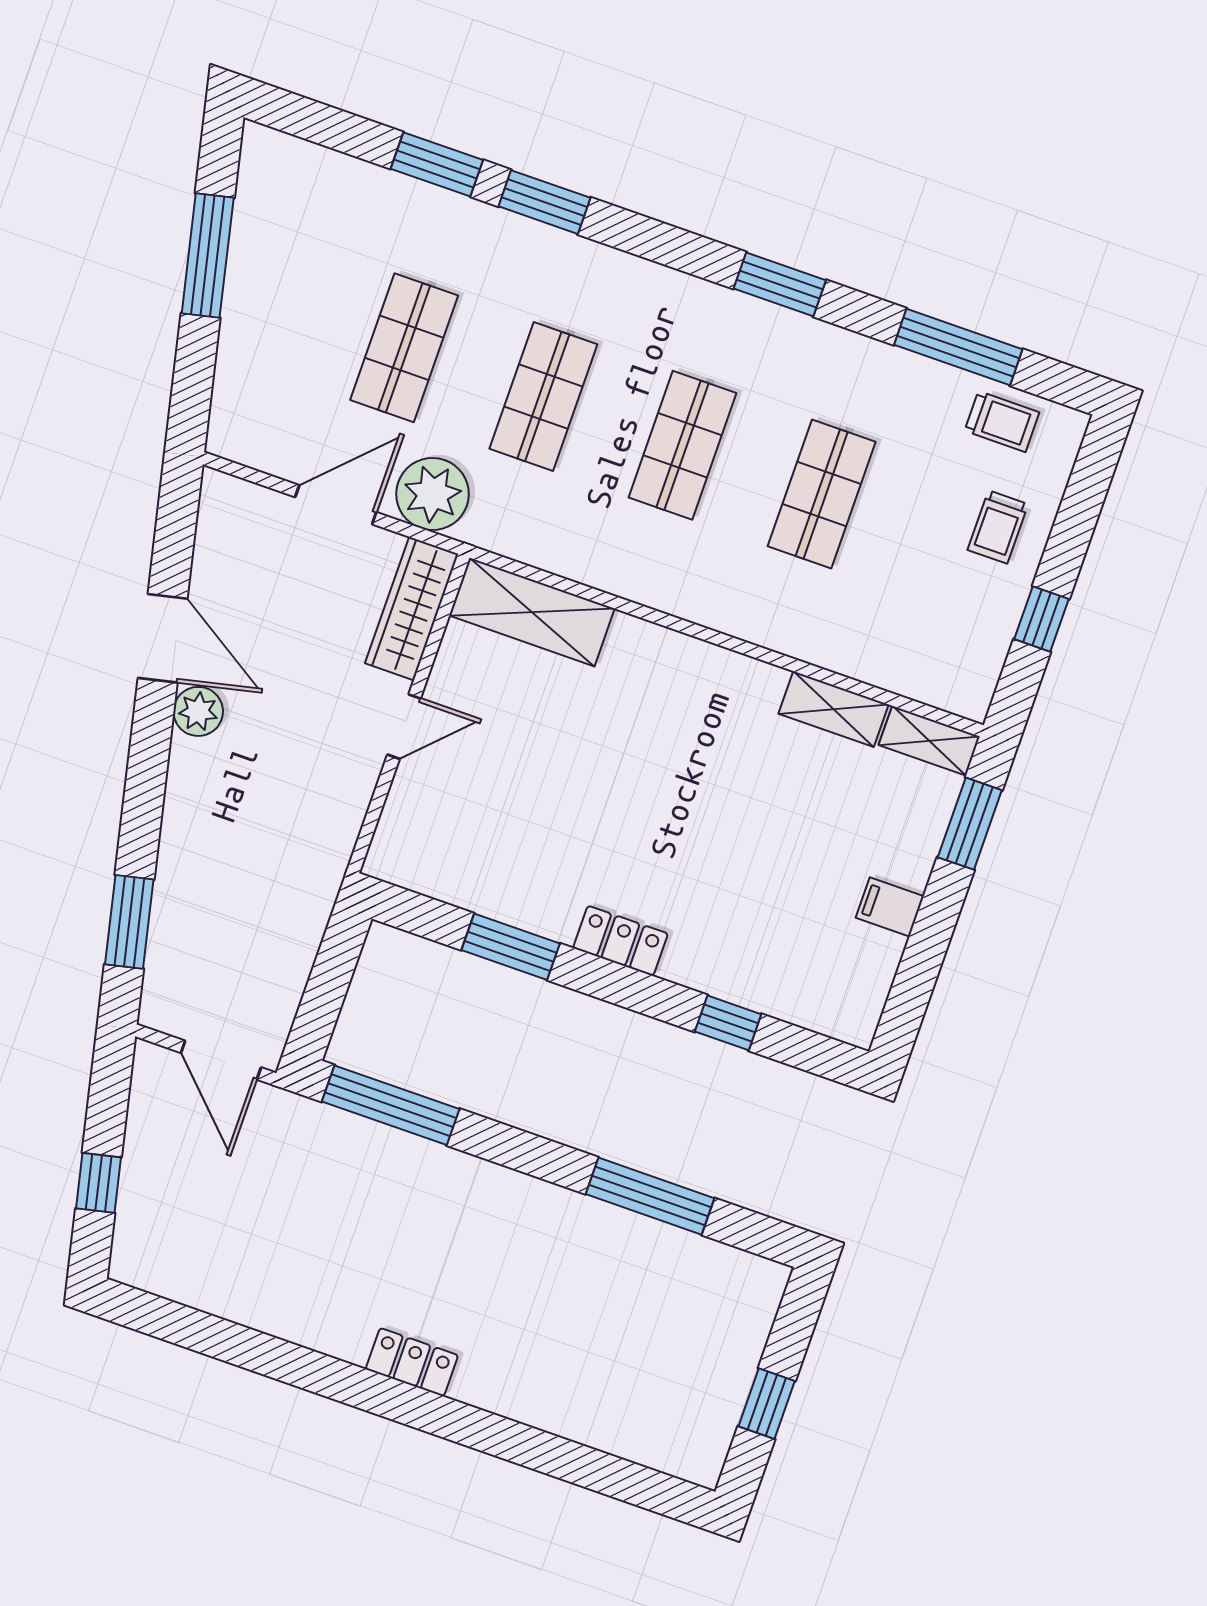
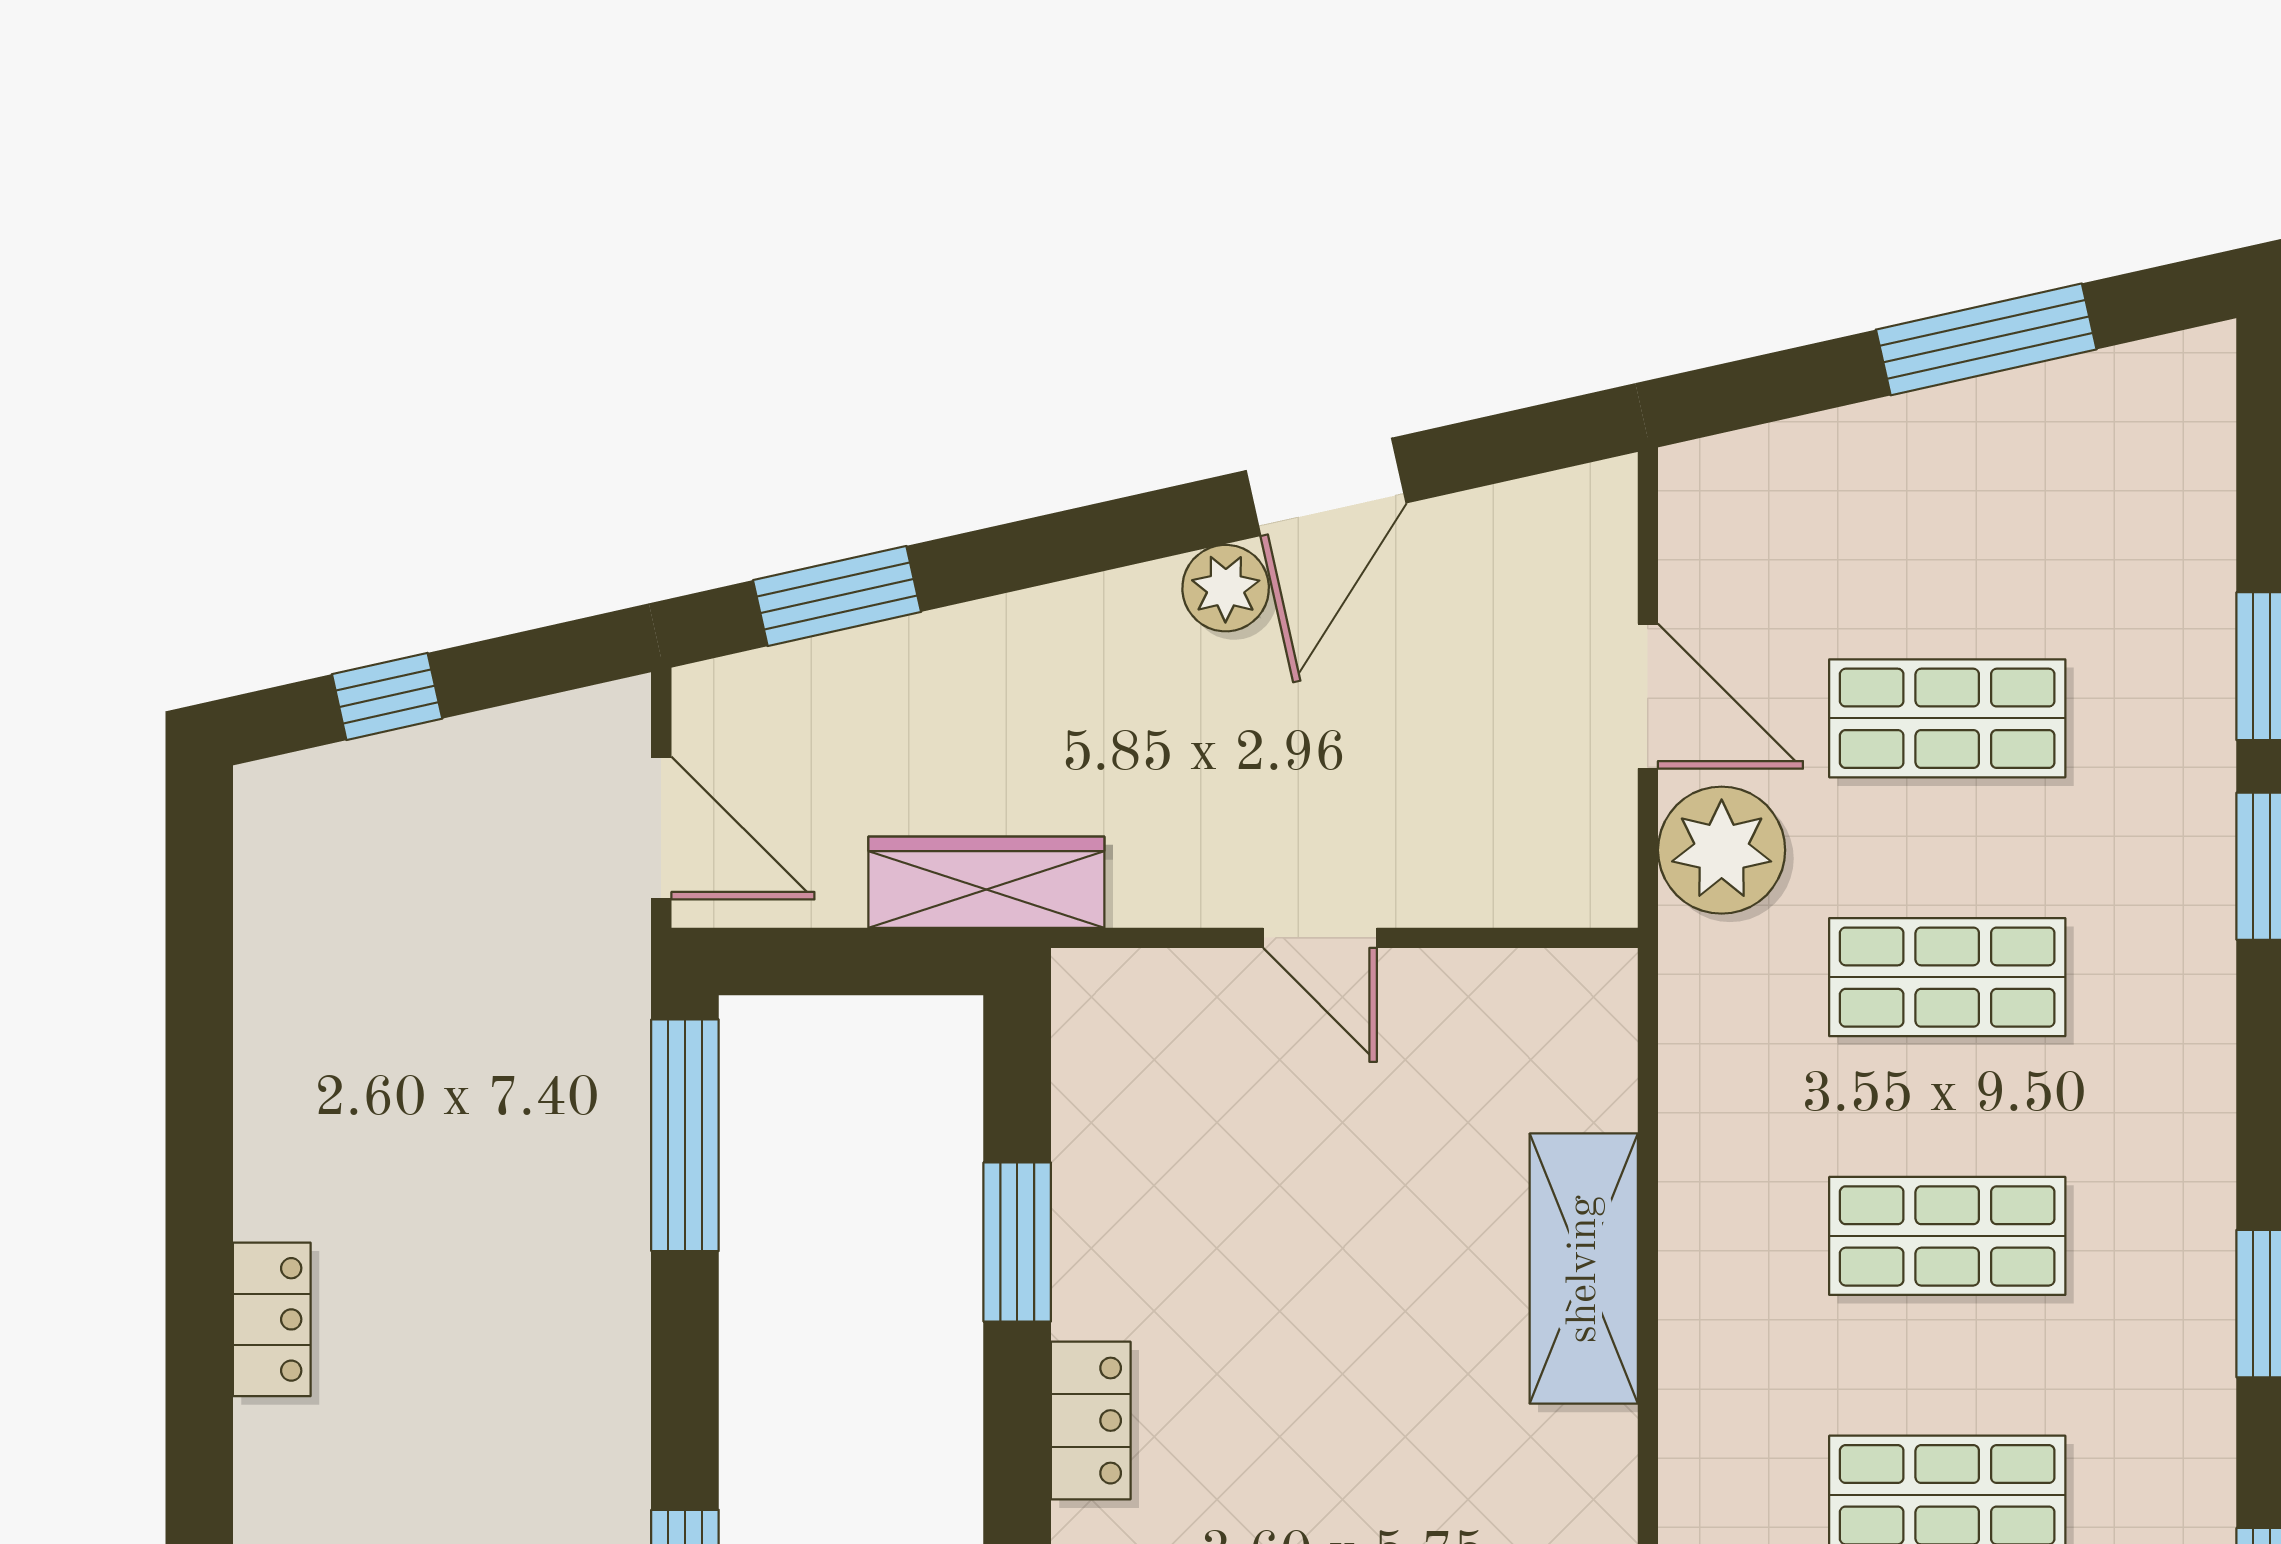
wardrobe: (412, 609) -> (986, 882), moved
shelving: (532, 612) -> (1584, 1269), moved
door: (221, 1060) -> (661, 828), swing flipped

